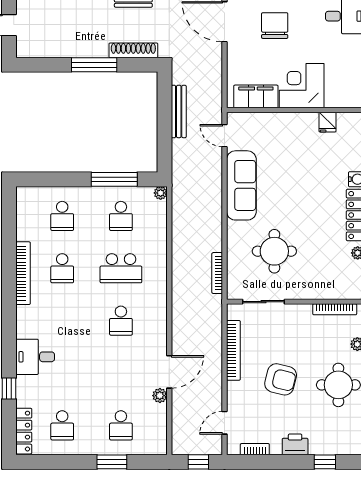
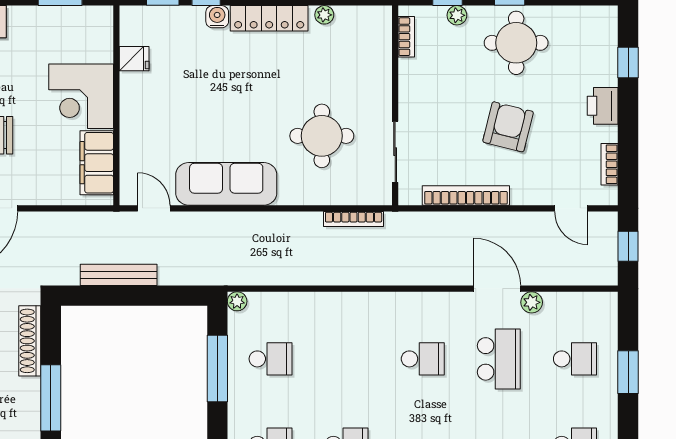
door: (225, 136) -> (154, 208), swing flipped
school desk: (121, 268) -> (499, 359), moved
bookcase: (335, 309) -> (406, 37), width x0.64

